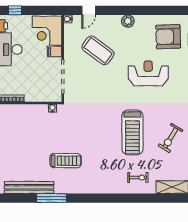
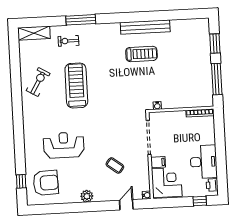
coffee table: (98, 50) -> (115, 165), width x0.54, depth x0.58
reception desk: (148, 73) -> (64, 145), turned 180
treadmill: (66, 161) -> (141, 54), turned 180
bench: (29, 187) -> (145, 27), moved
window: (52, 198) -> (81, 20), moved

